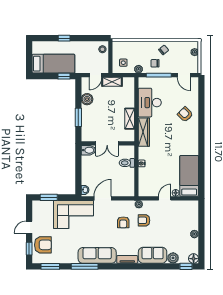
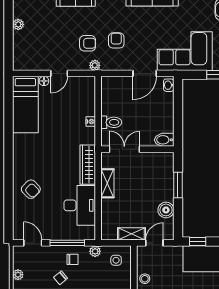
double door: (107, 143) -> (124, 149), moved

